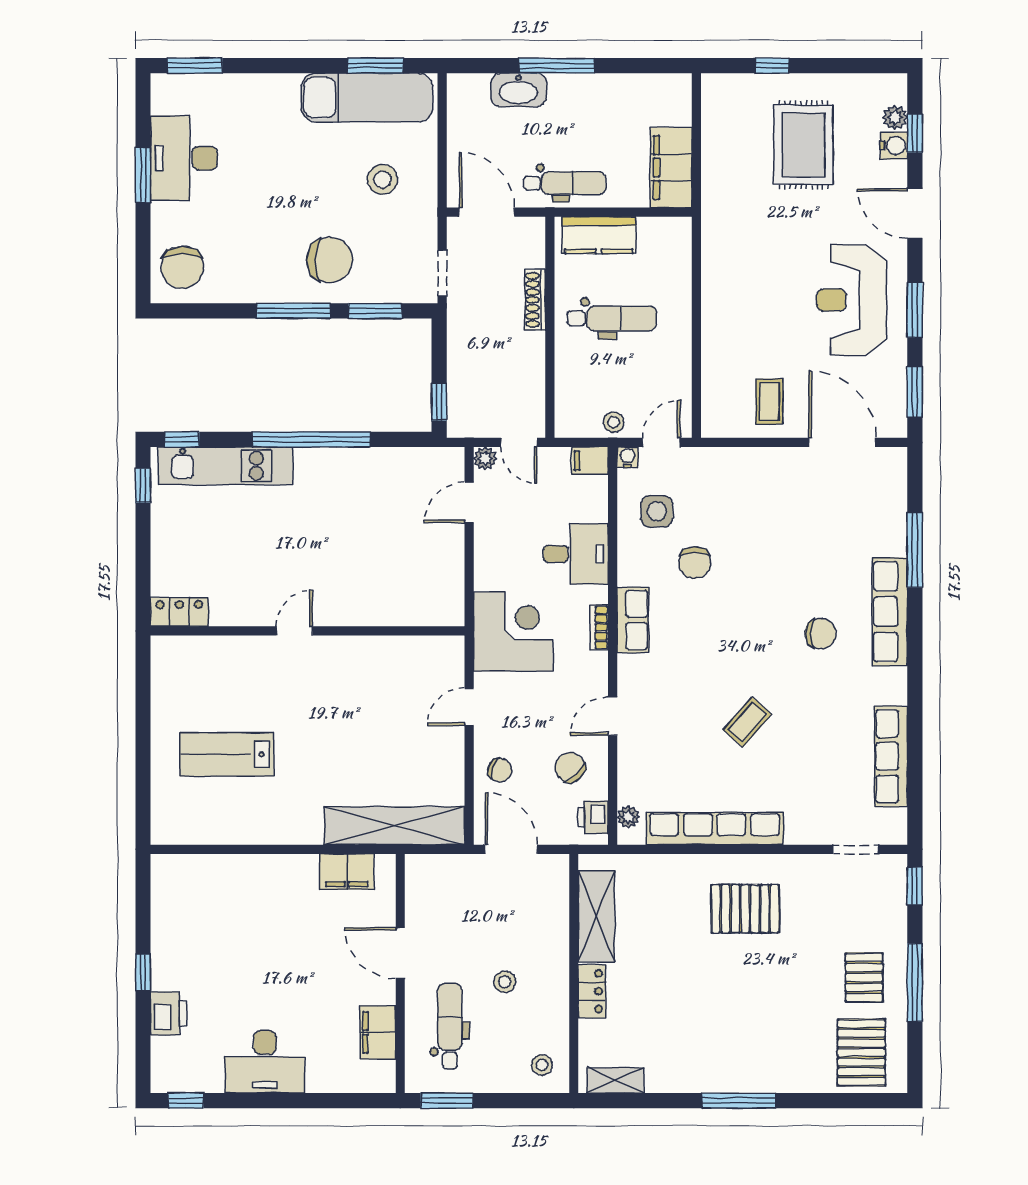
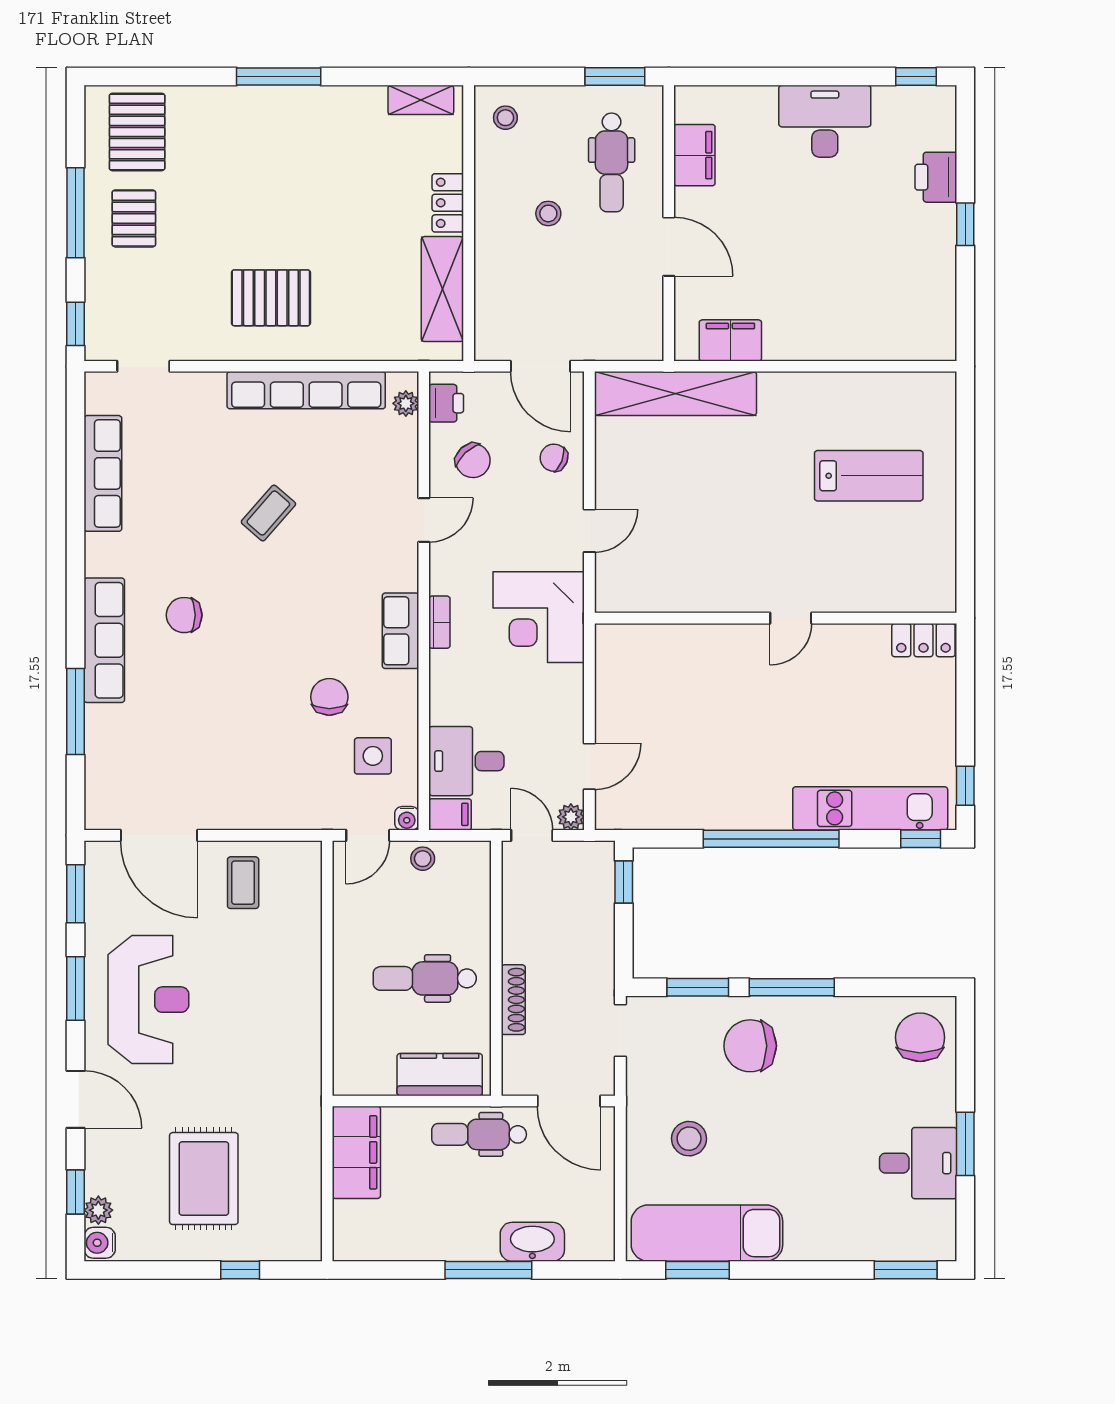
water cooler: (894, 146) -> (100, 1243), moved
desk: (184, 158) -> (918, 1163), width x0.73
desk: (576, 554) -> (466, 761), moved

